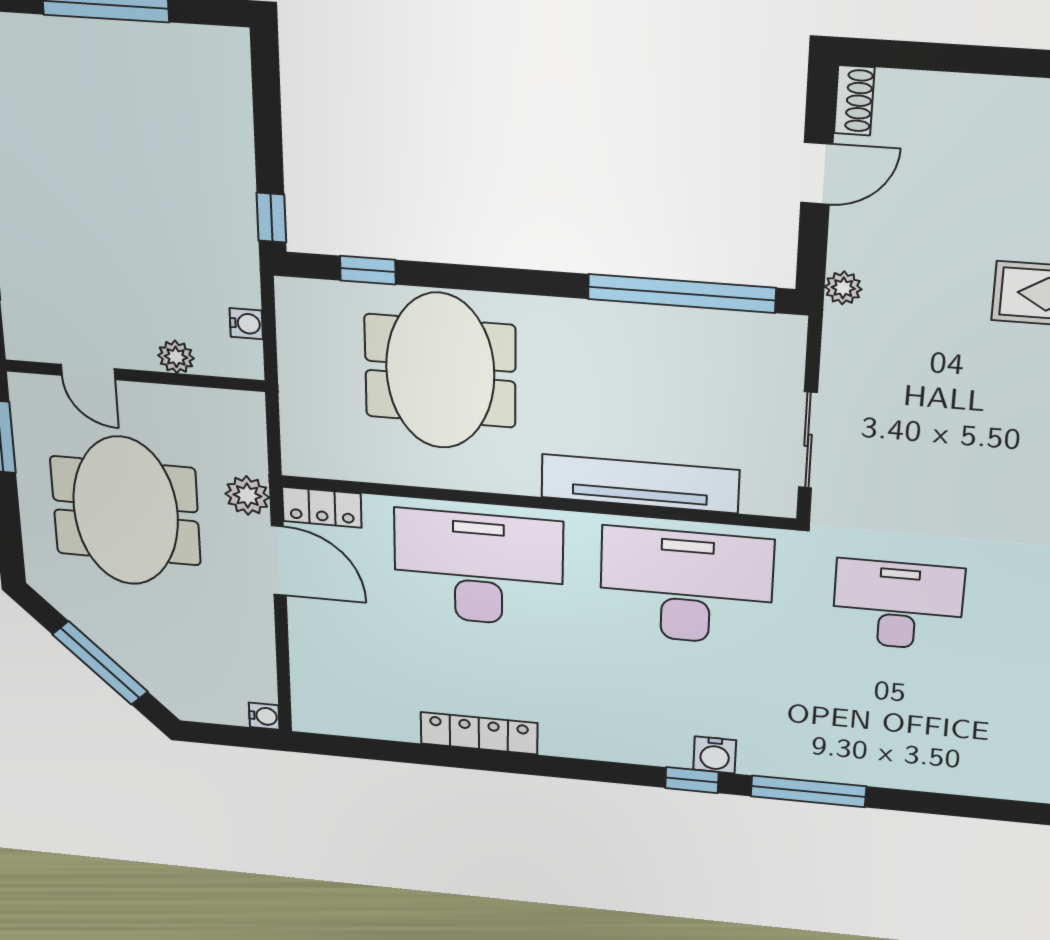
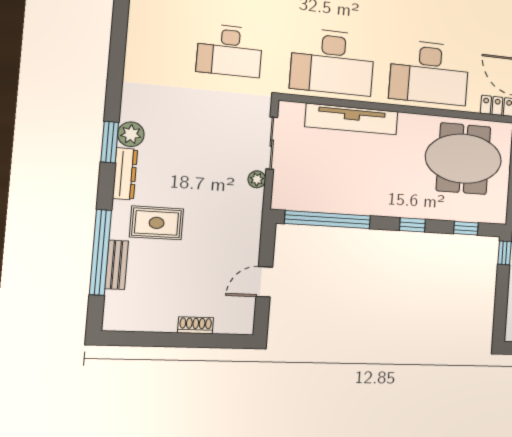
shoe rack: (854, 100) -> (196, 325), moved, turned 90
window: (491, 279) -> (412, 225), added
plant: (843, 288) -> (257, 179), moved
meeting table: (440, 371) -> (464, 159), moved, turned 90

